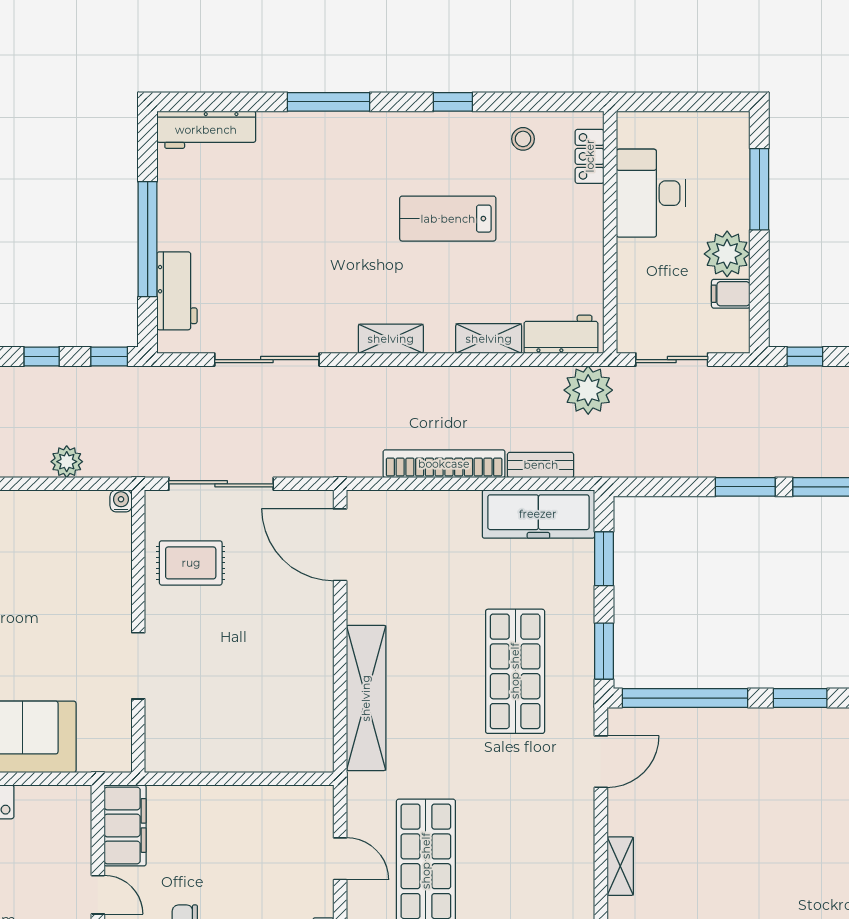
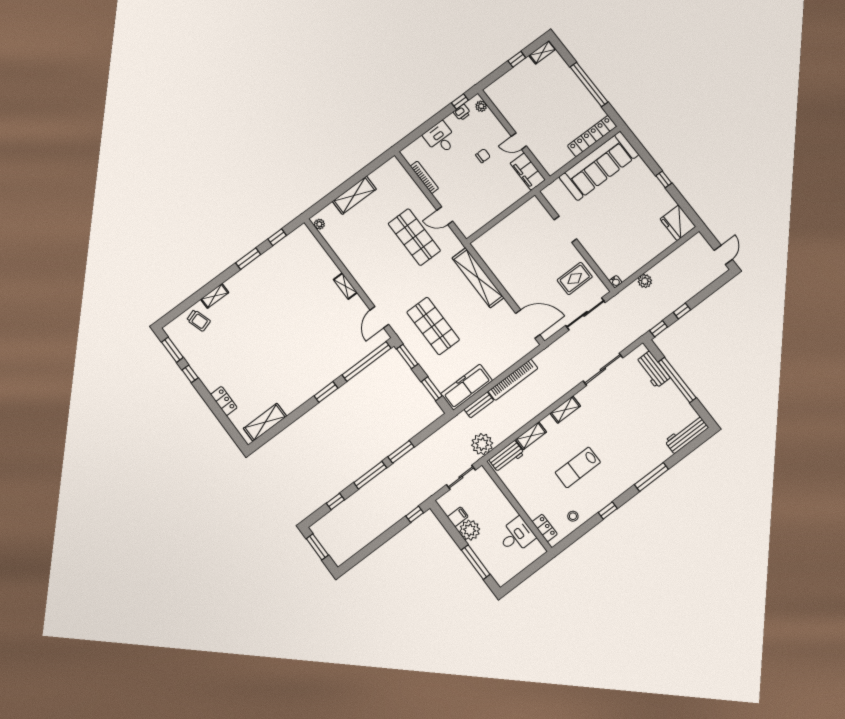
desk: (651, 193) -> (516, 536), width x0.73
lab bench: (448, 219) -> (578, 467), turned 180

